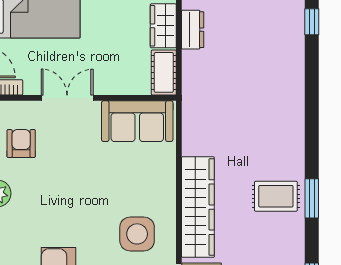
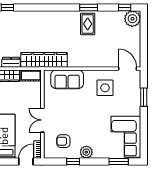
sofa: (137, 121) -> (67, 79), moved, turned 90
wardrobe: (198, 207) -> (44, 60), moved

